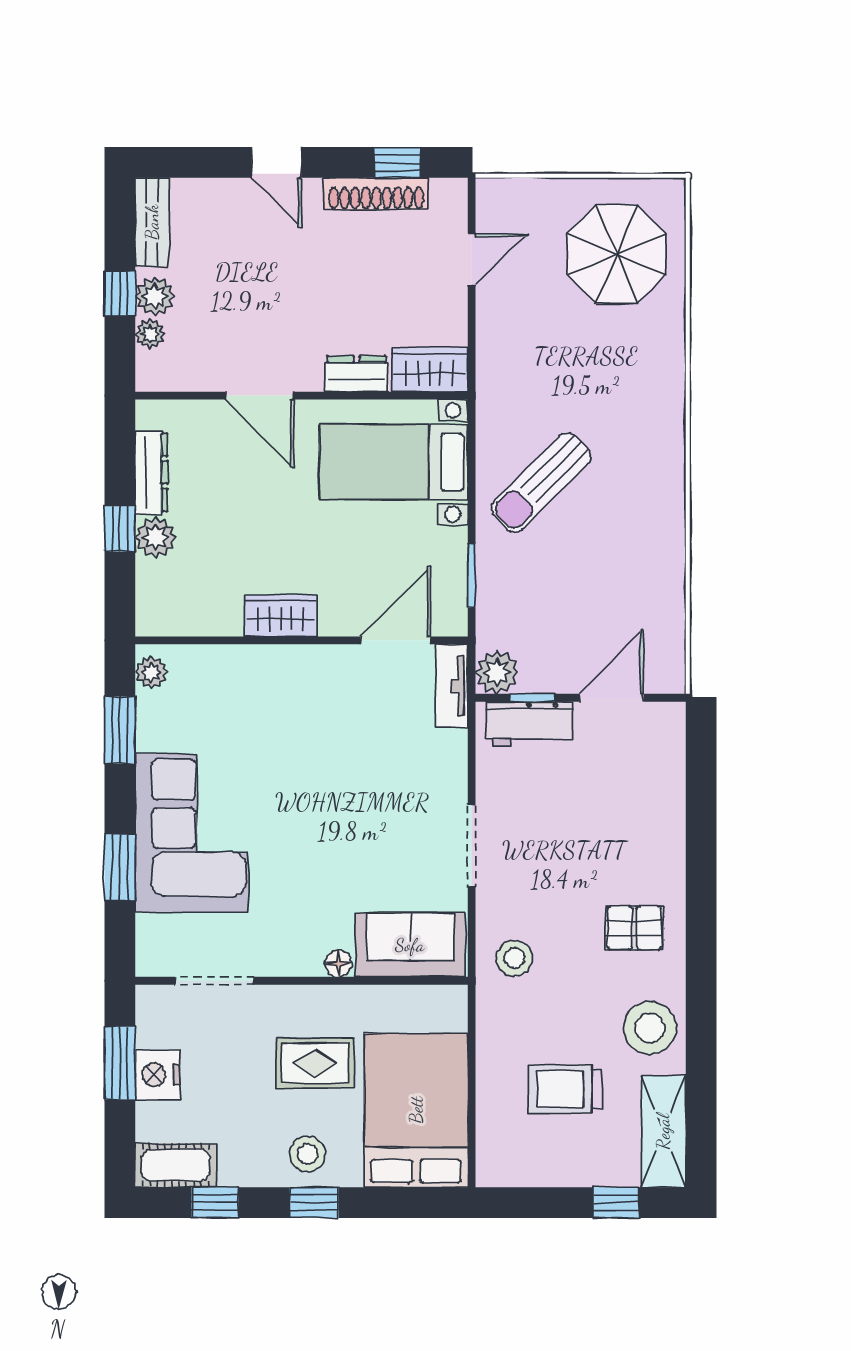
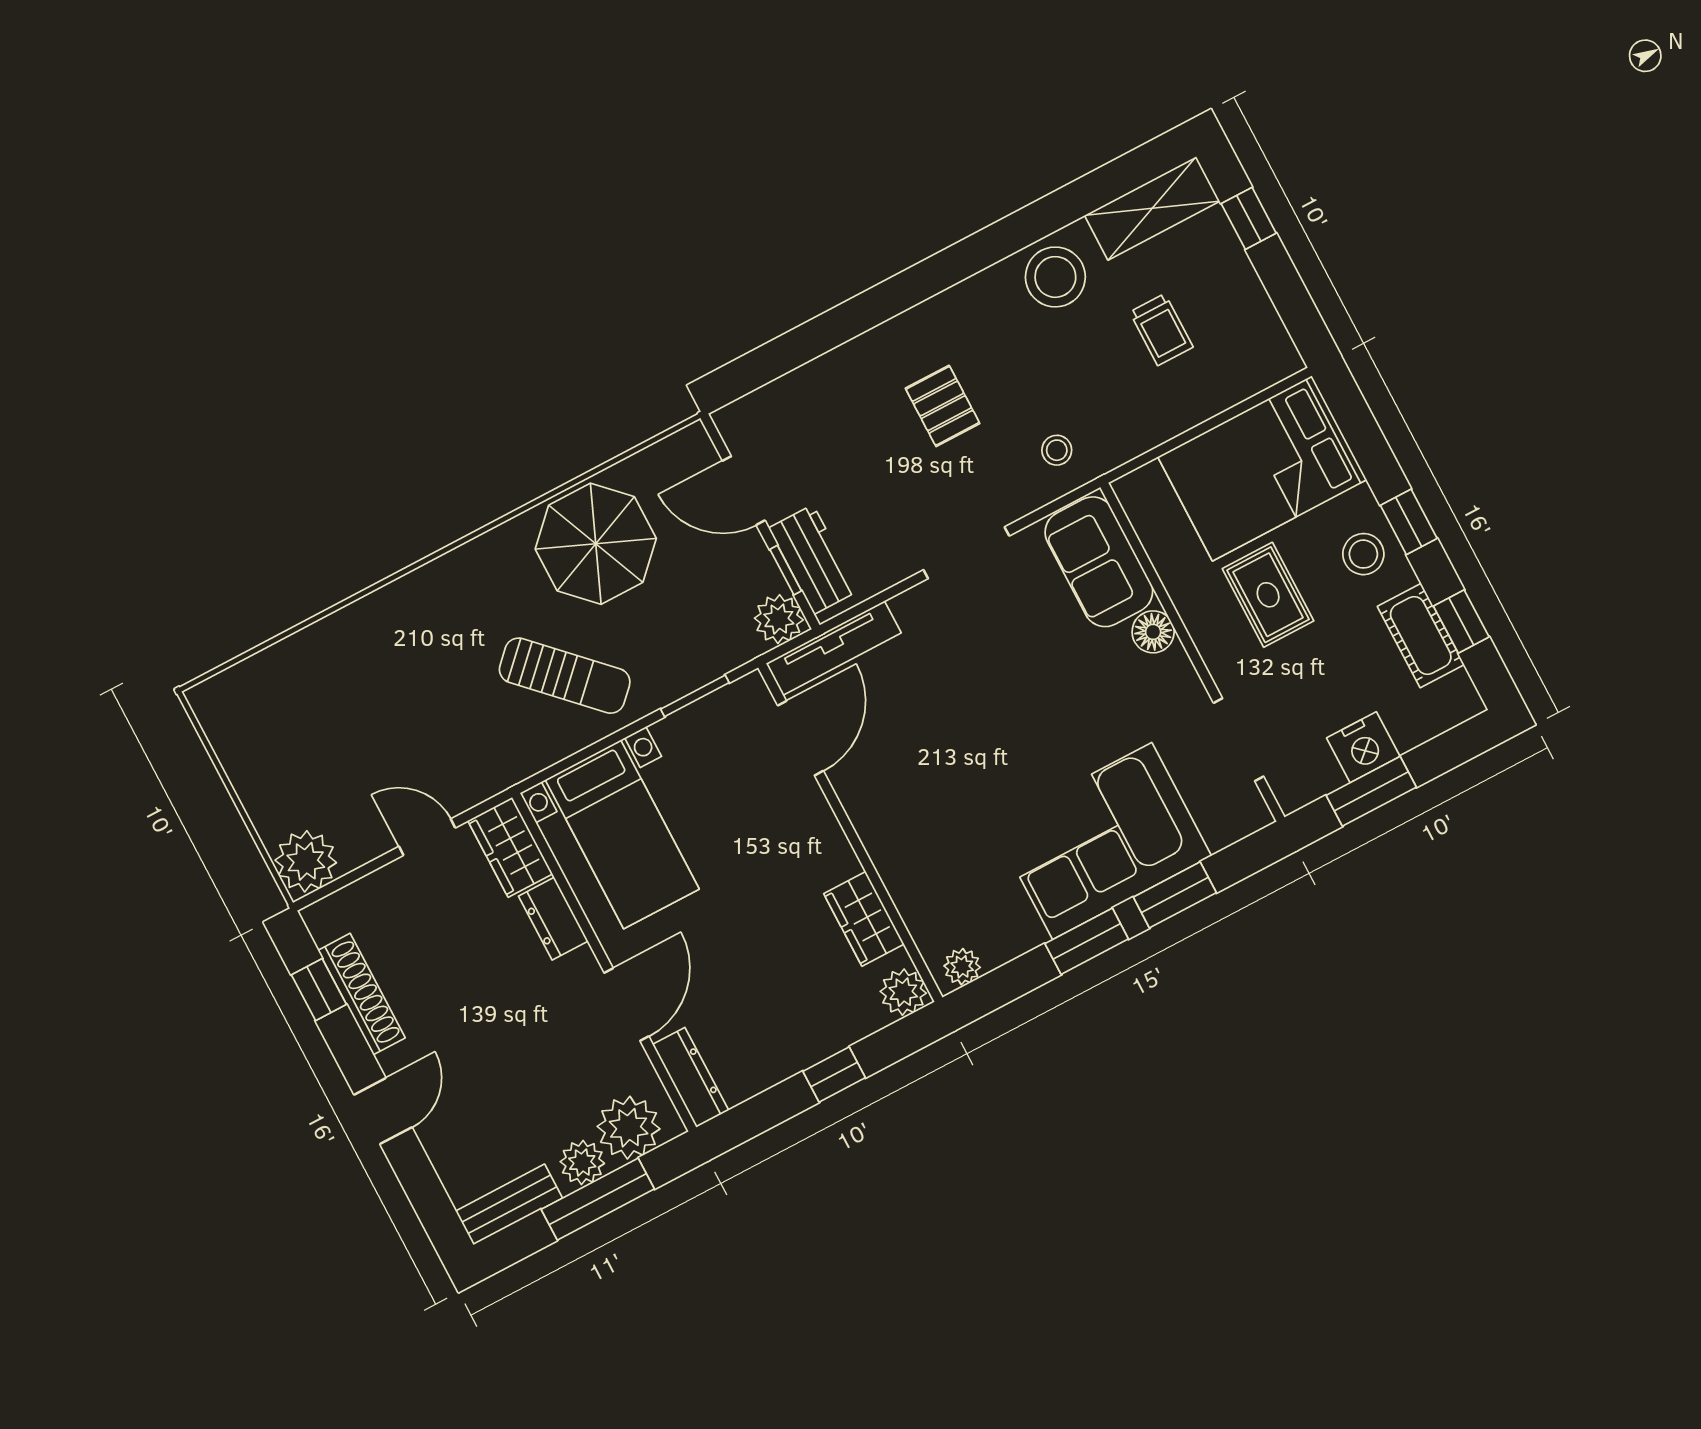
plant: (503, 205) -> (306, 861), added
parasol: (617, 254) -> (596, 544), moved
door: (472, 259) -> (427, 837), moved
window: (120, 293) -> (598, 1199), width x2.17
plant: (150, 334) -> (629, 1128), width x1.88, depth x1.88
dresser: (151, 472) -> (691, 1077), moved, turned 90
plant: (156, 537) -> (903, 992), moved
wardrobe: (281, 616) -> (864, 919), moved
door: (395, 640) -> (801, 738), swing flipped
tv unit: (452, 686) -> (834, 648), width x1.41
window: (120, 730) -> (1087, 941), moved
pallet: (634, 928) -> (943, 406), moved
stool: (514, 958) -> (1057, 450), width x0.73, depth x0.73
floor lamp: (338, 963) -> (1153, 632), width x1.37, depth x1.37
trolley: (565, 1089) -> (1161, 330), width x0.73, depth x0.72
cot: (176, 1165) -> (1421, 635), moved

